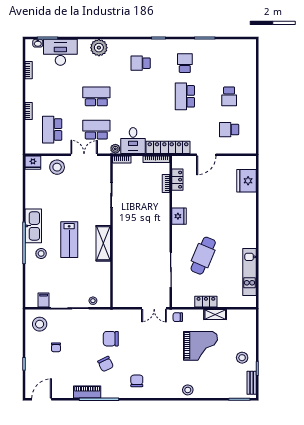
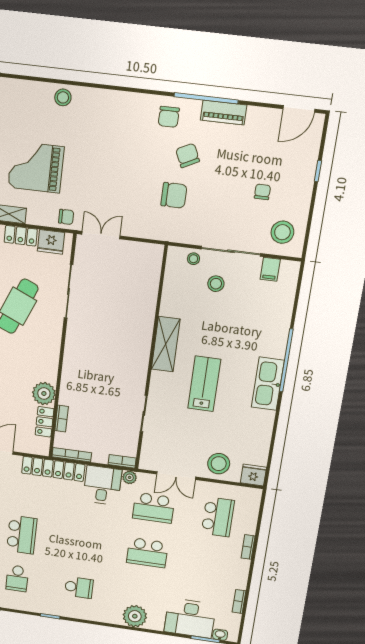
plant: (180, 199) -> (44, 394), added
fridge: (179, 216) -> (51, 242), moved, turned -90
lab bench: (69, 240) -> (204, 384), moved
stool: (41, 253) -> (216, 284), moved
chair: (137, 381) -> (169, 117), moved

